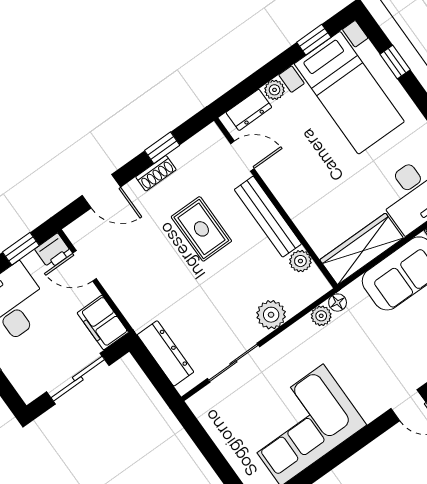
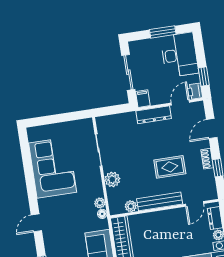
filing cabinet: (103, 323) -> (143, 99), width x0.50
dresser: (166, 353) -> (154, 115), moved

